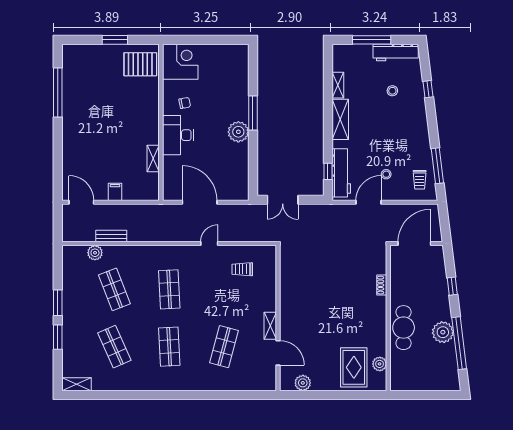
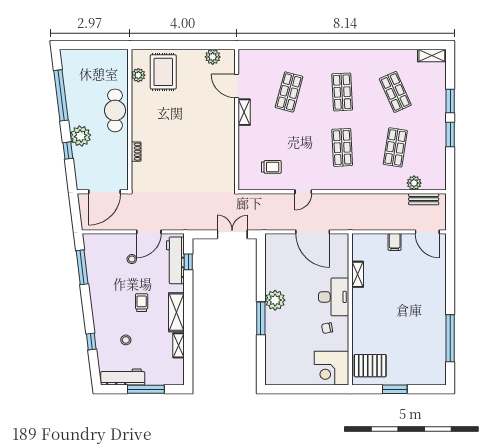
trolley: (420, 180) -> (142, 303), moved
bench: (111, 236) -> (424, 199), moved
shop shelf: (114, 289) -> (395, 147), turned 30
plant: (443, 332) -> (81, 136), moved

